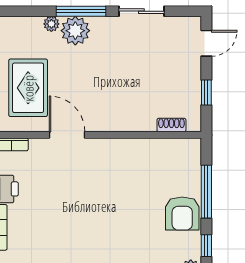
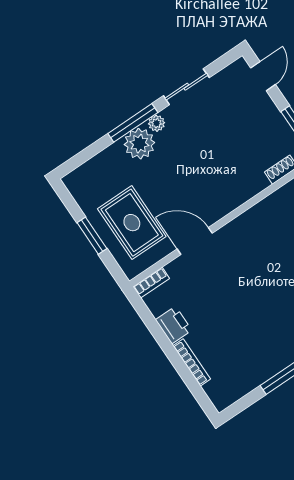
plant: (51, 24) -> (157, 123), moved

